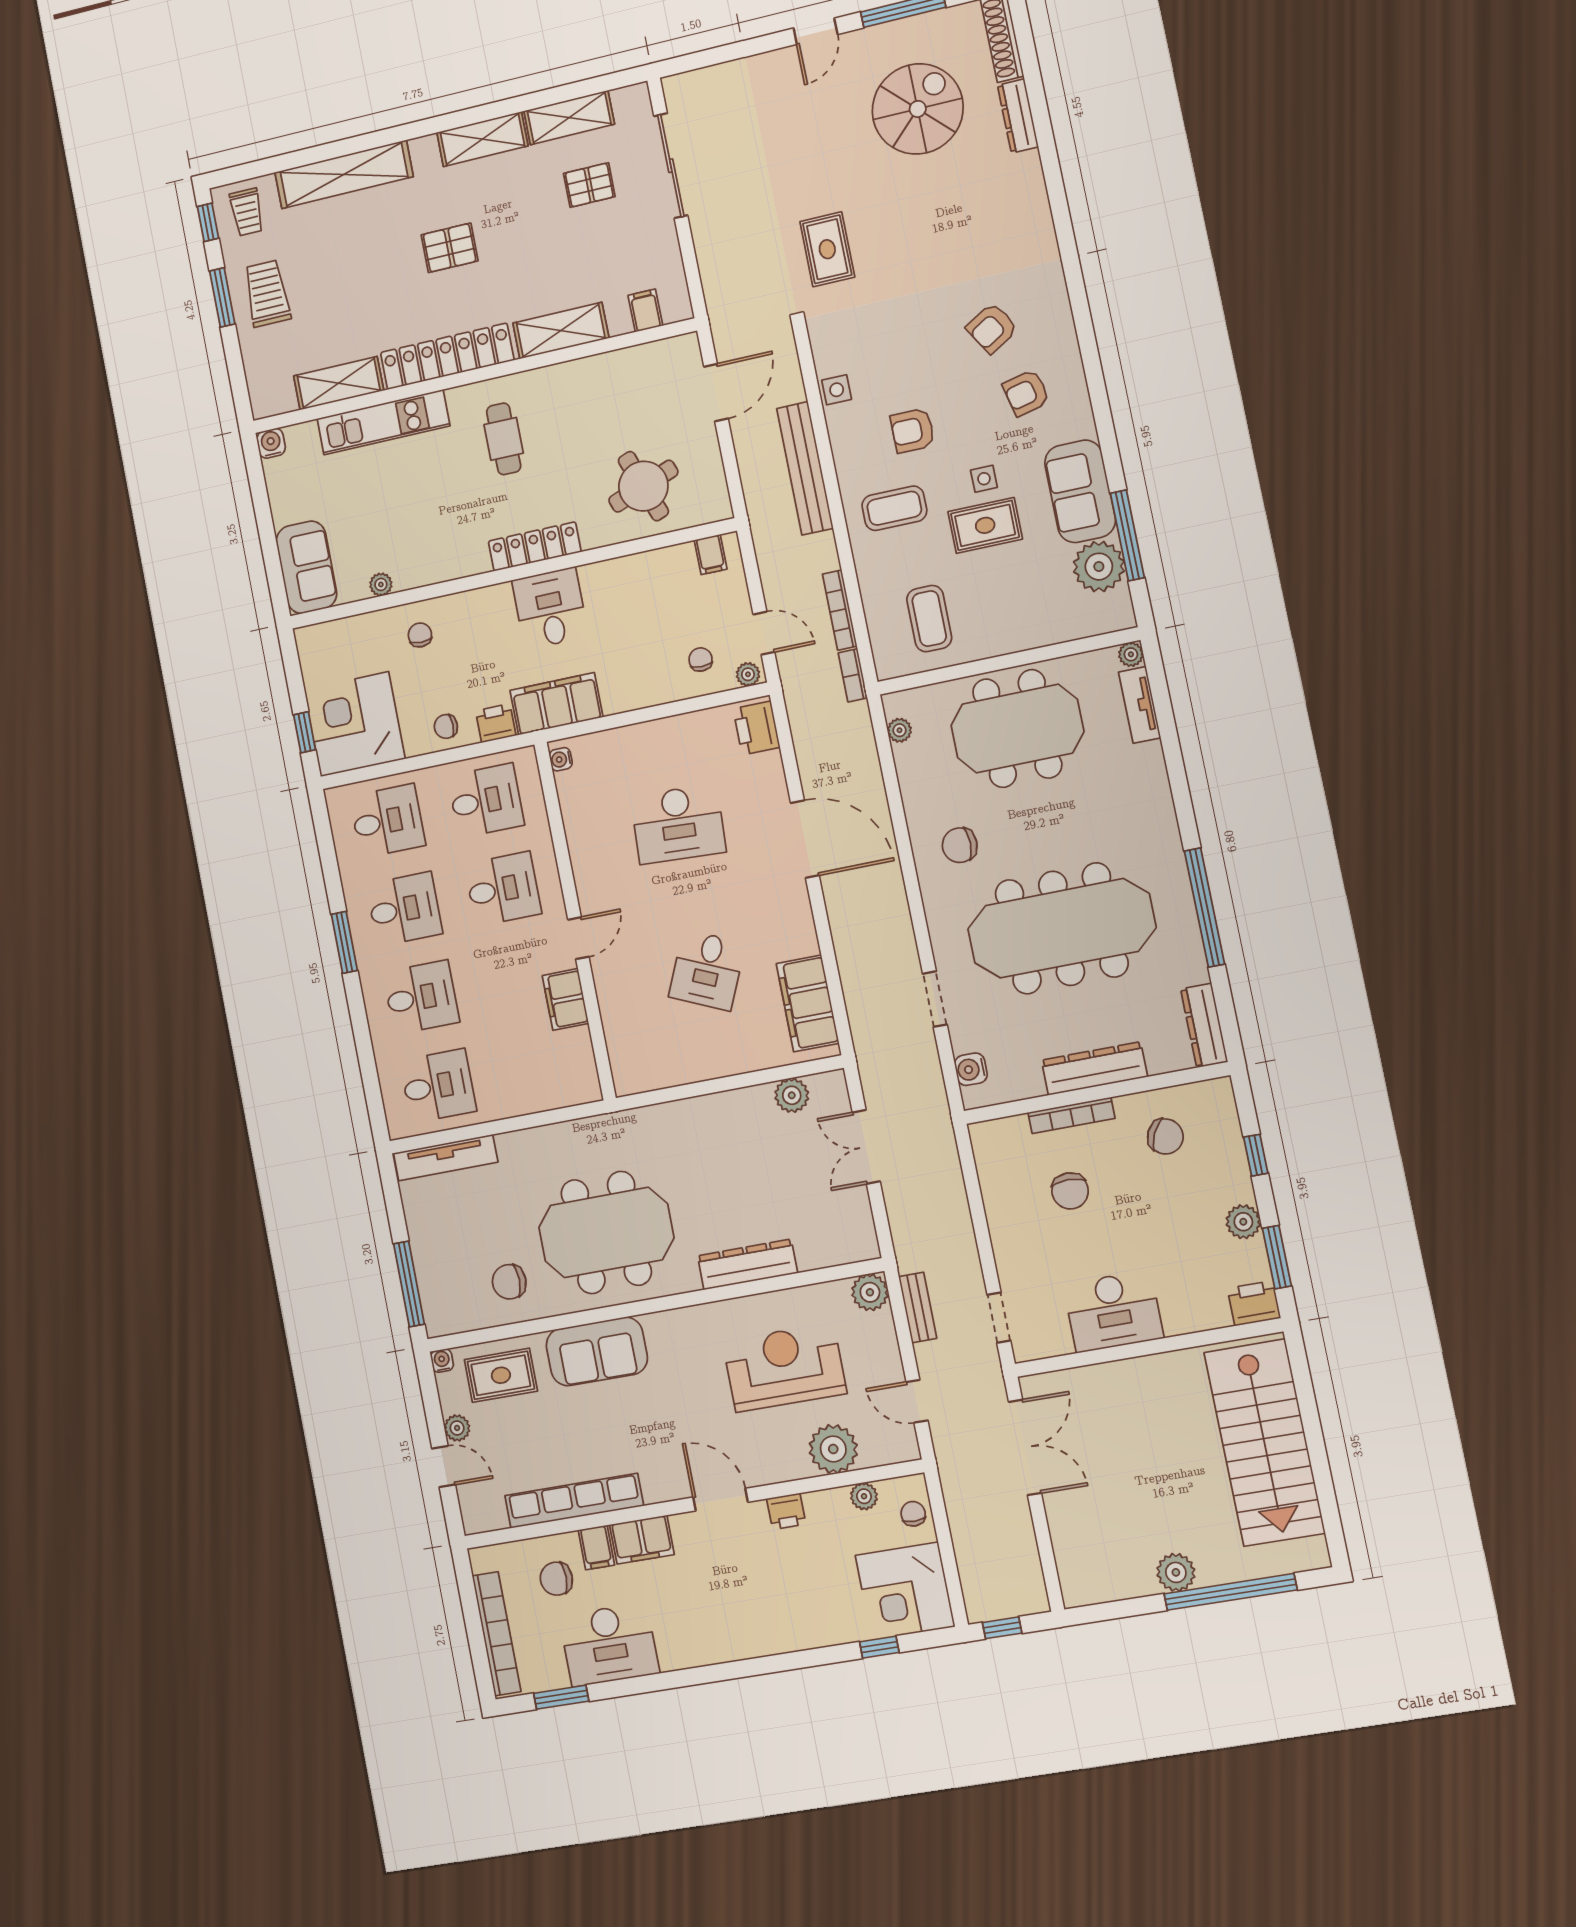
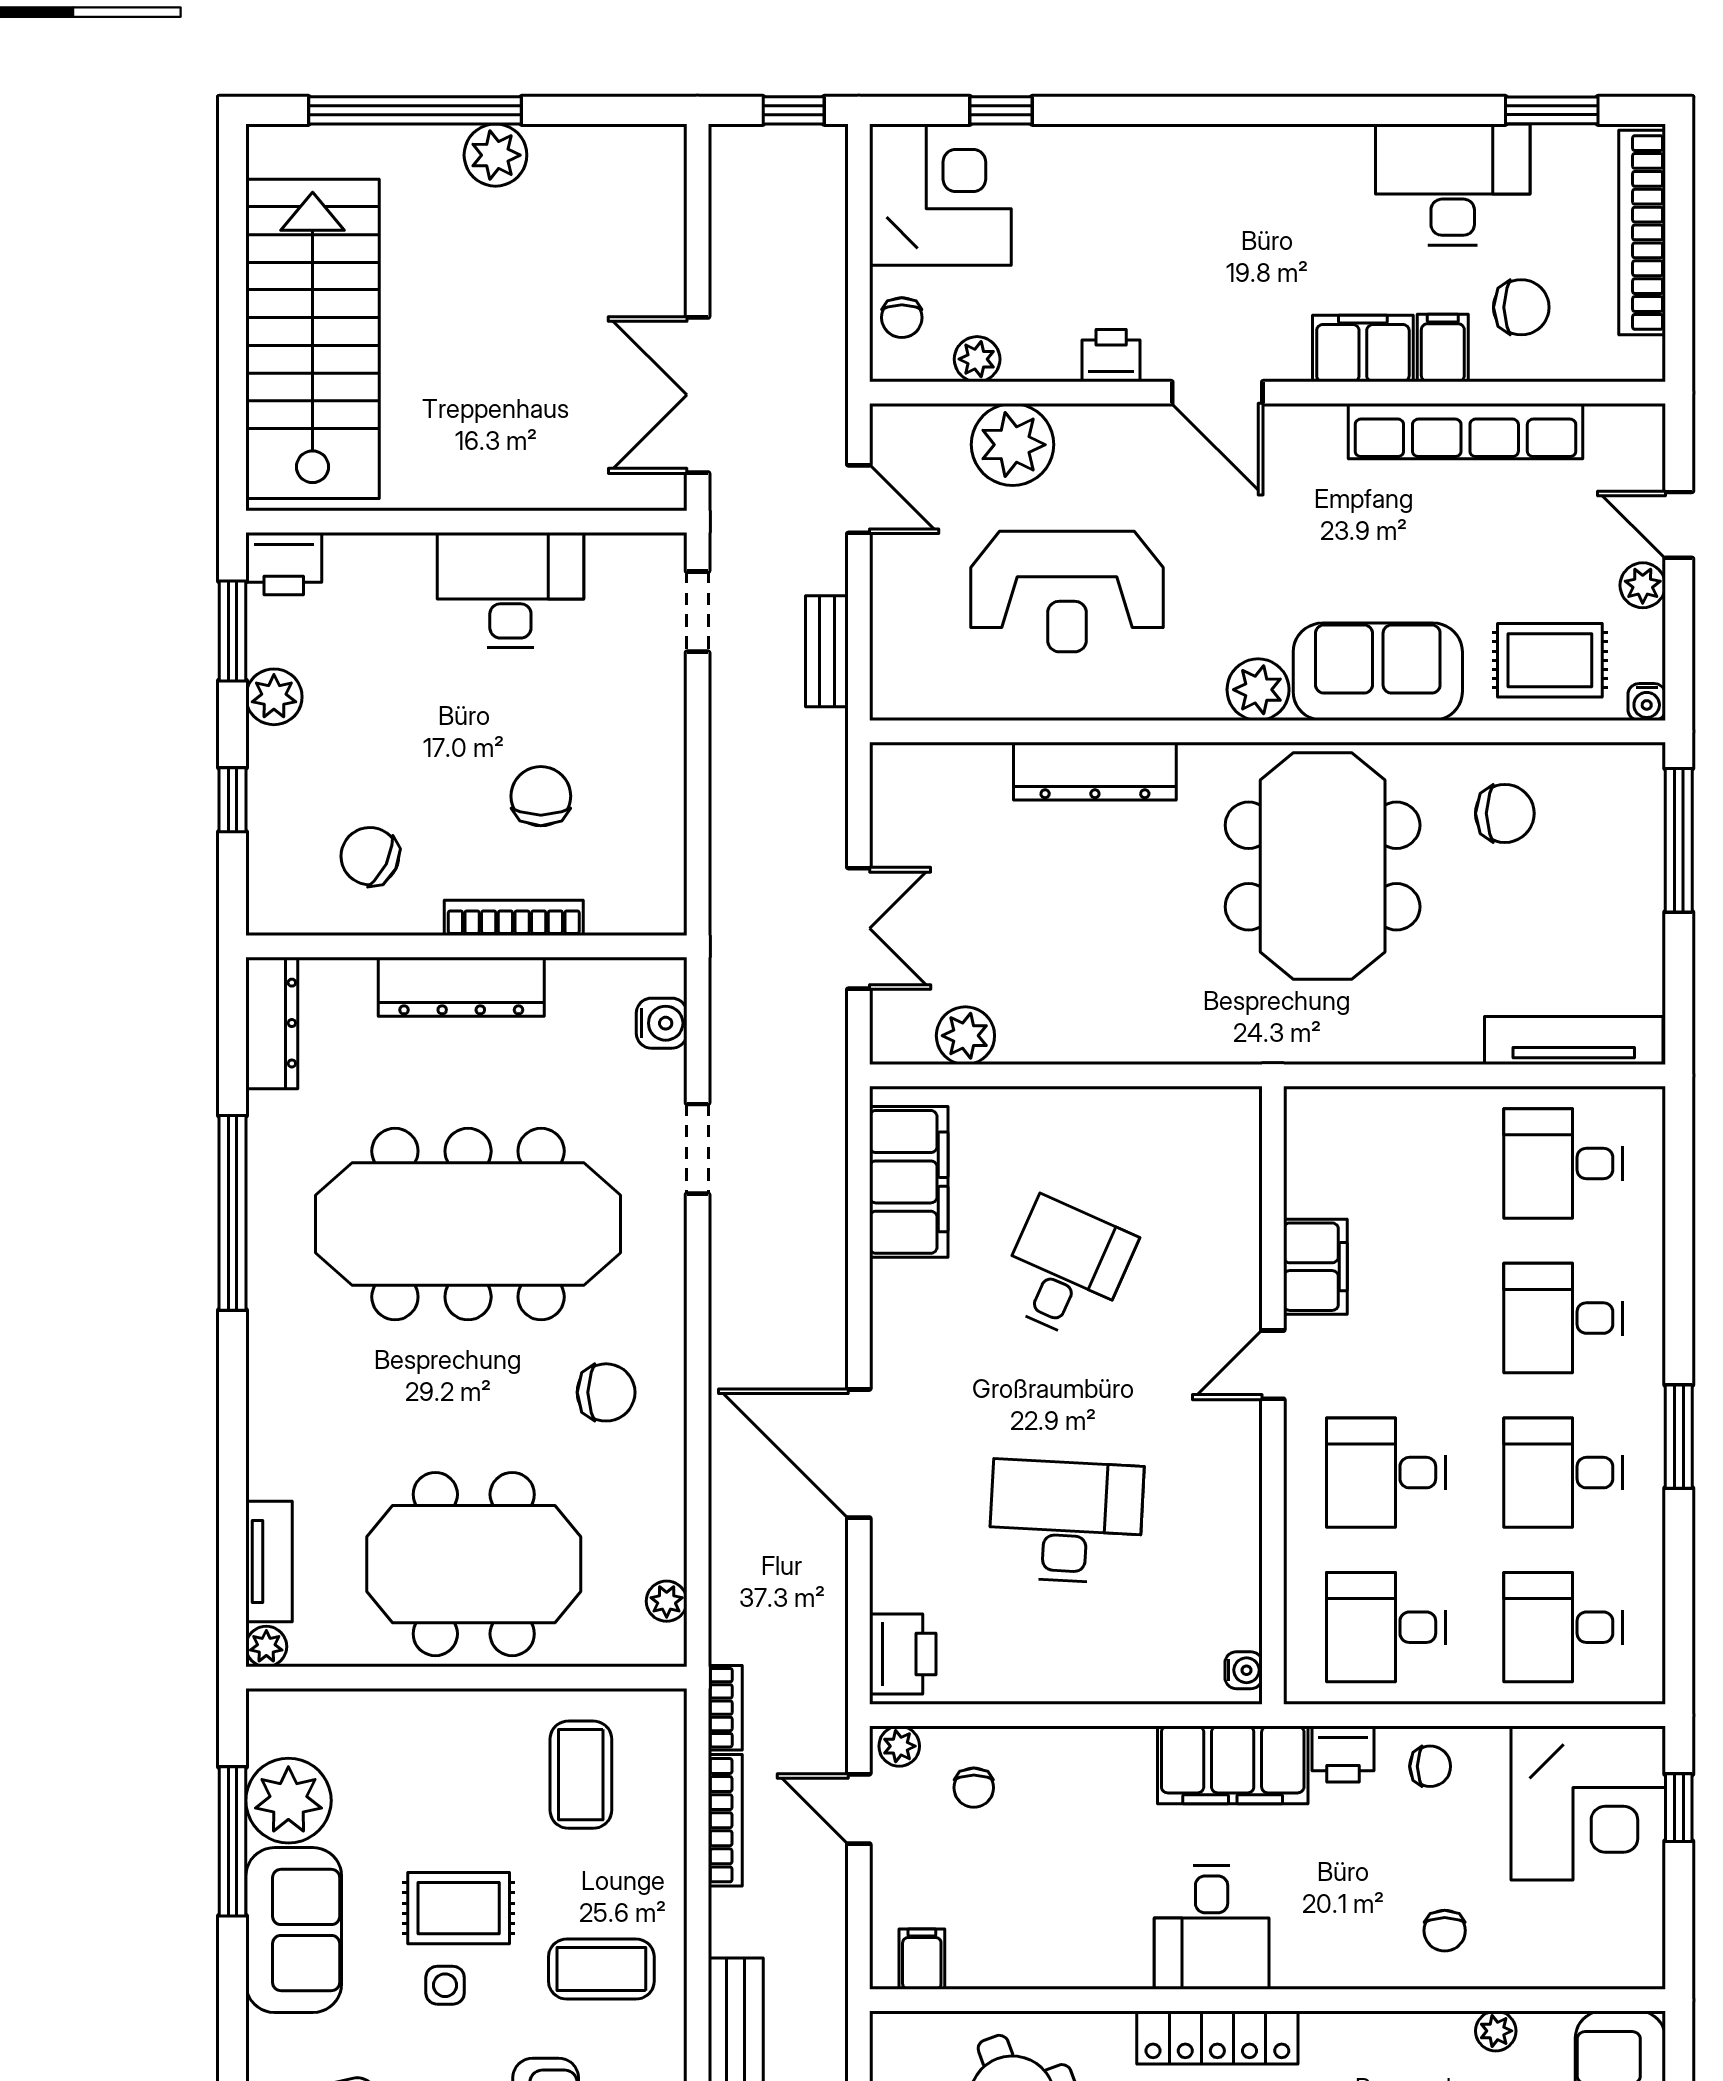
meeting table: (606, 1233) -> (1323, 866), turned 90
plant: (870, 1292) -> (1258, 690), moved

